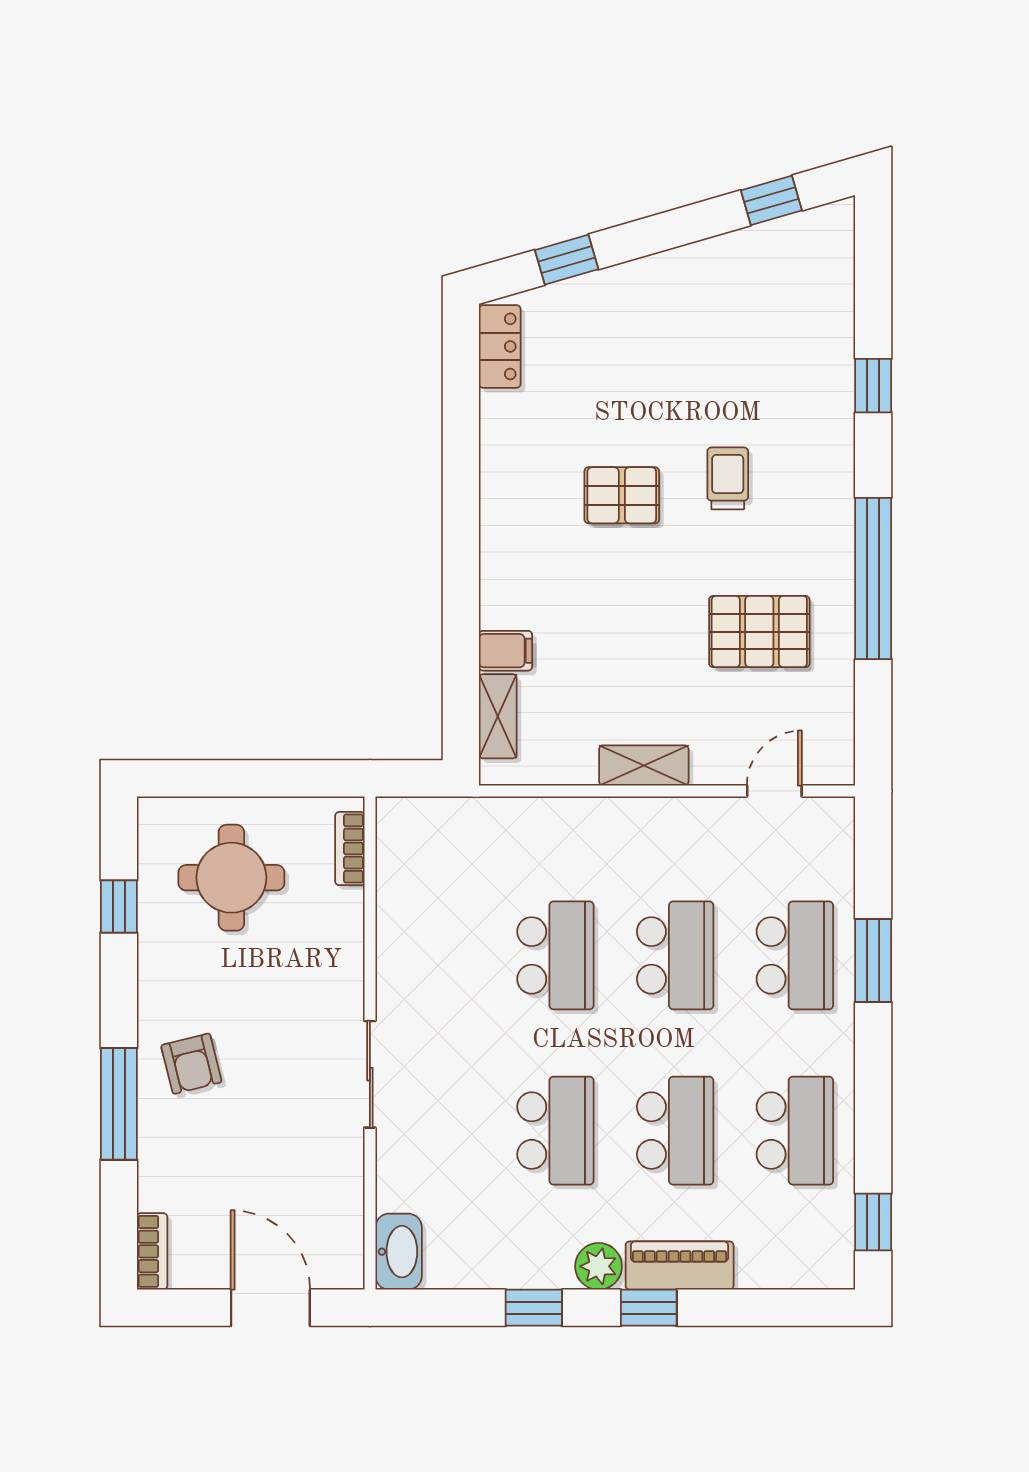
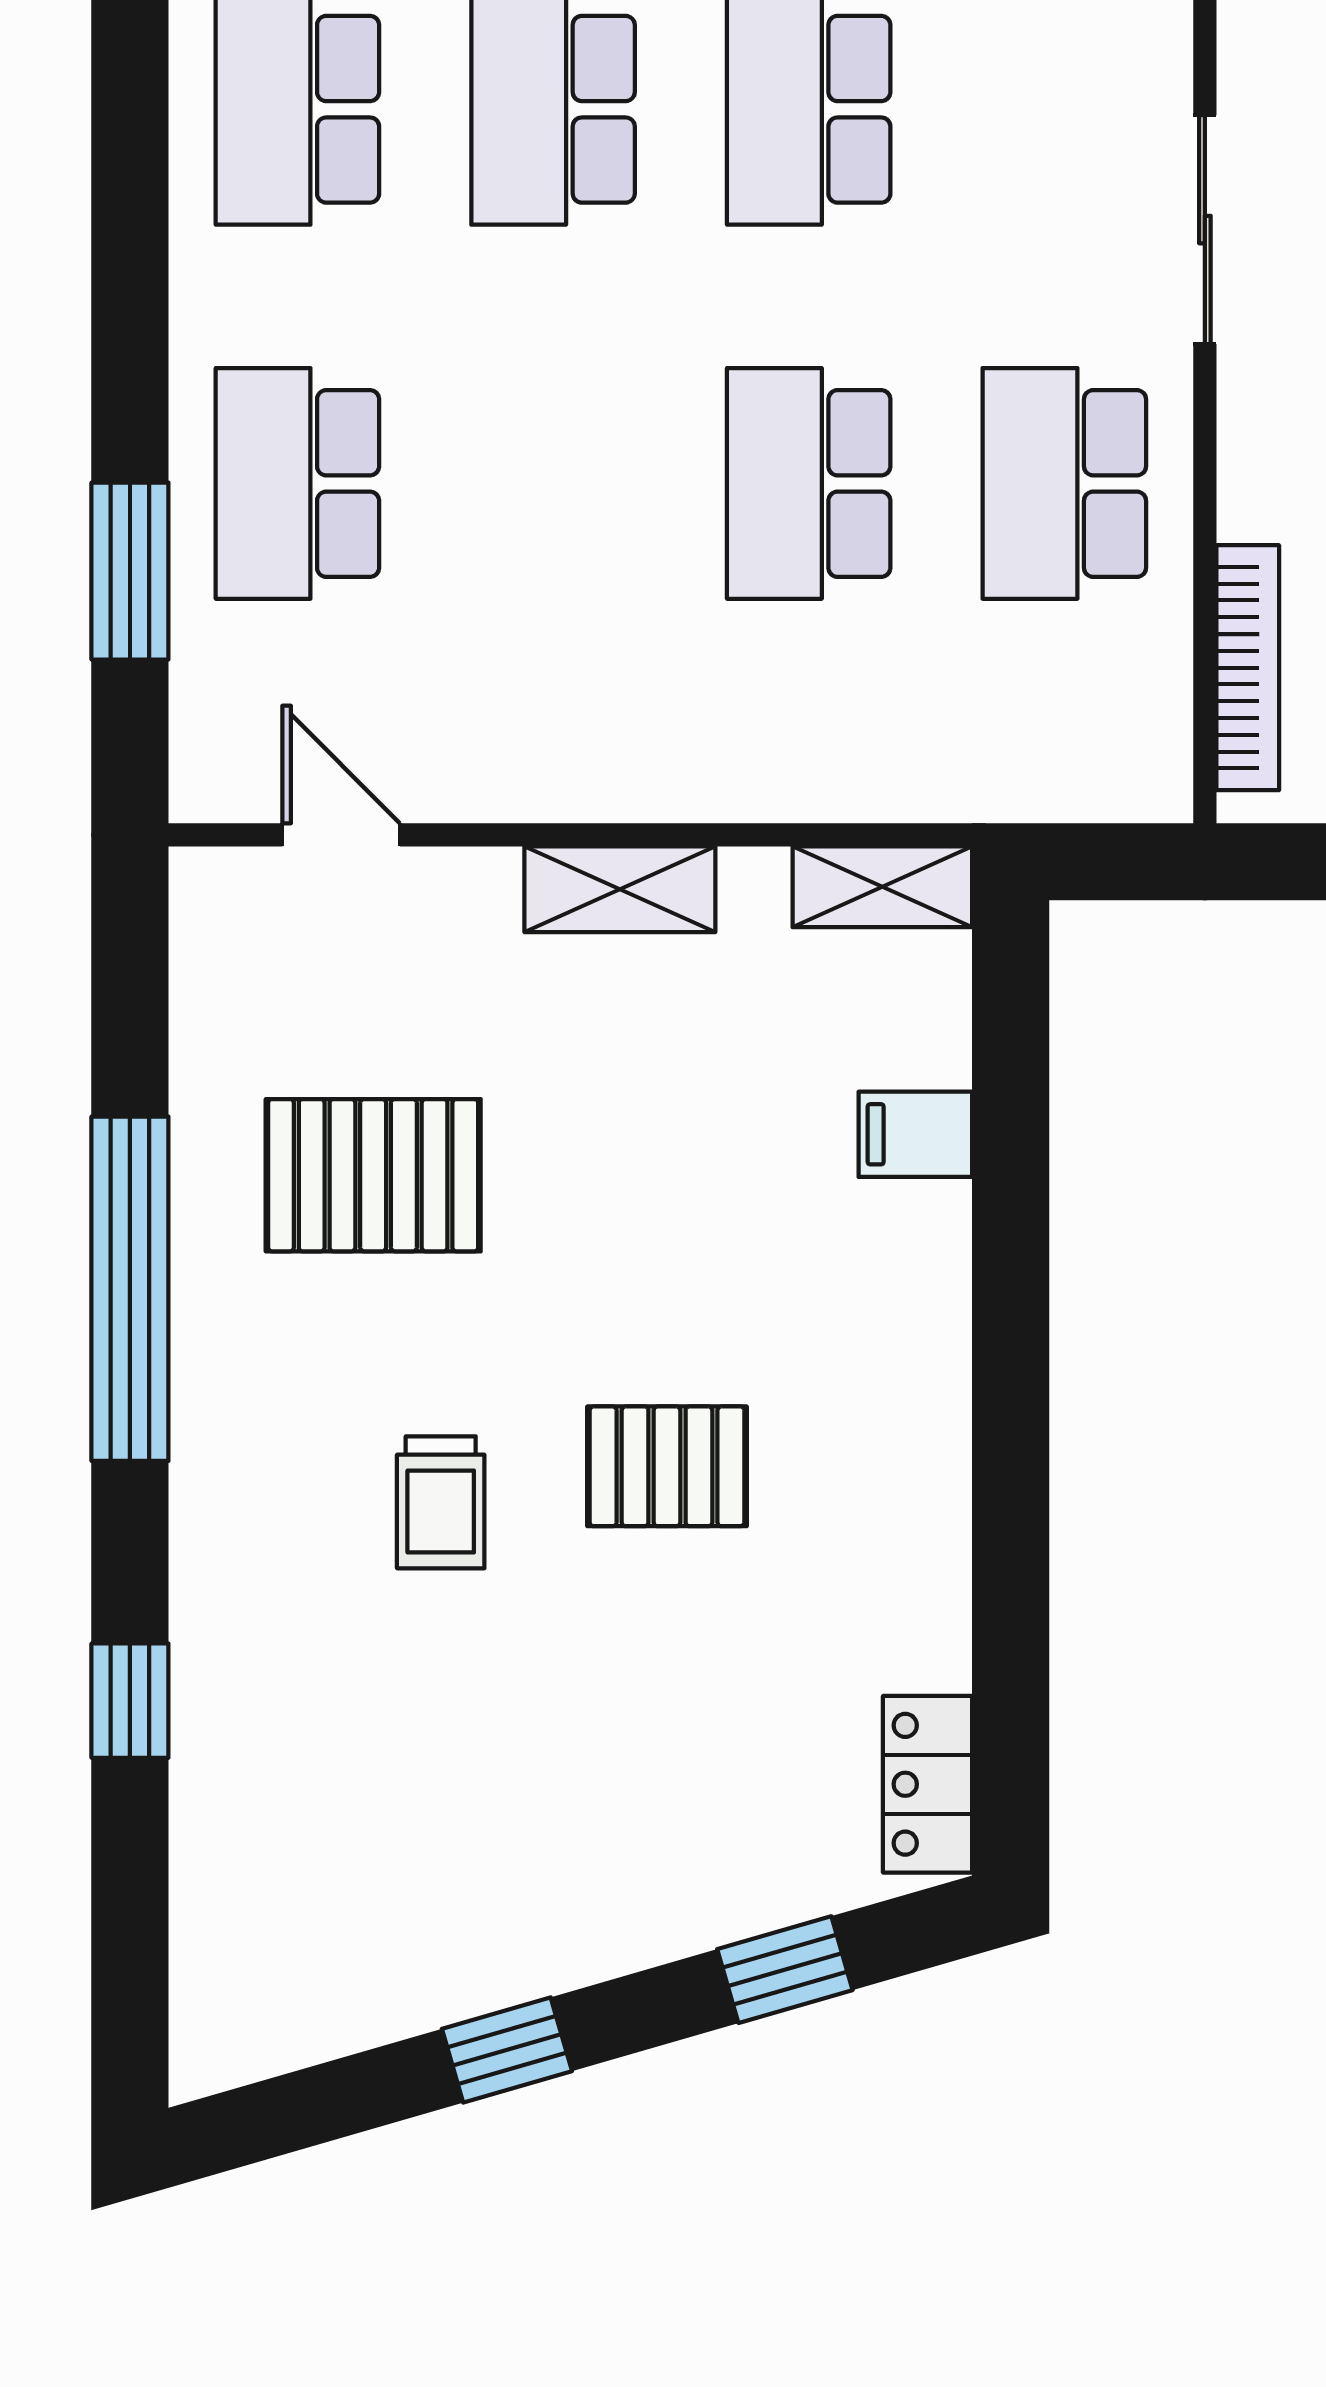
window: (771, 200) -> (507, 2050), moved
shelving: (498, 716) -> (882, 887), moved, turned 90
door: (774, 791) -> (341, 835), swing flipped
bookcase: (350, 849) -> (1248, 668), width x1.56
school desk: (675, 955) -> (1064, 483), moved
window: (873, 961) -> (130, 571), moved

